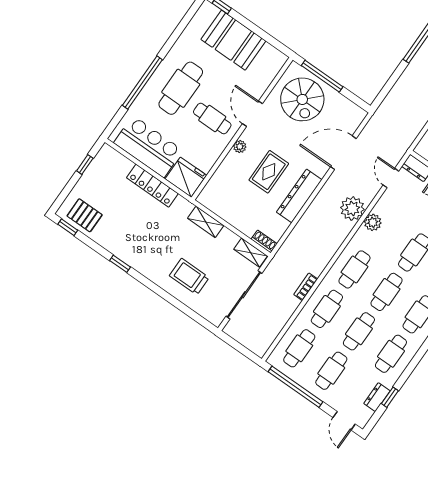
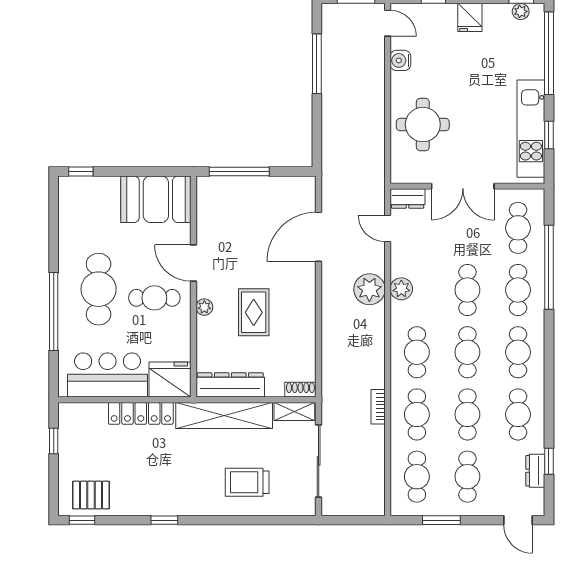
booth: (233, 40) -> (156, 199), moved
spiral stairs: (302, 99) -> (236, 211), removed
dresser: (299, 196) -> (230, 385), moved, turned 90
shelving: (206, 222) -> (224, 415), width x2.20, depth x1.33
window: (295, 387) -> (441, 520), width x0.47

